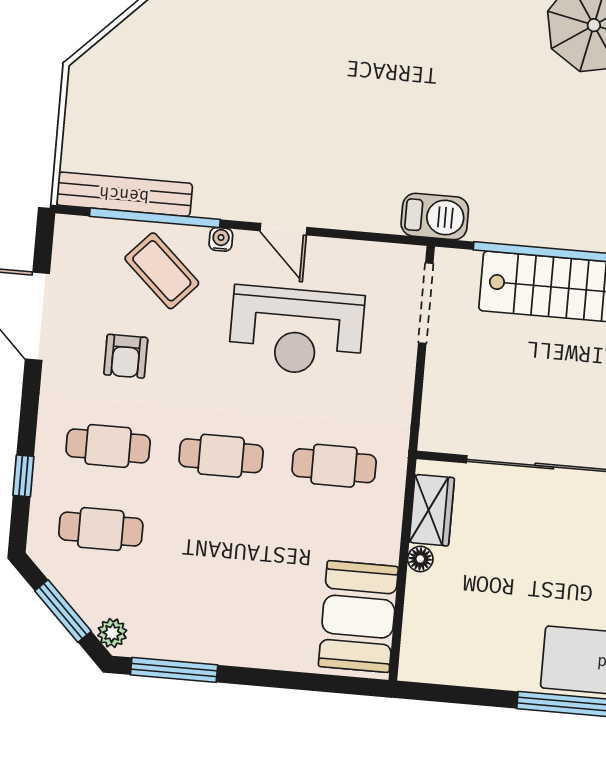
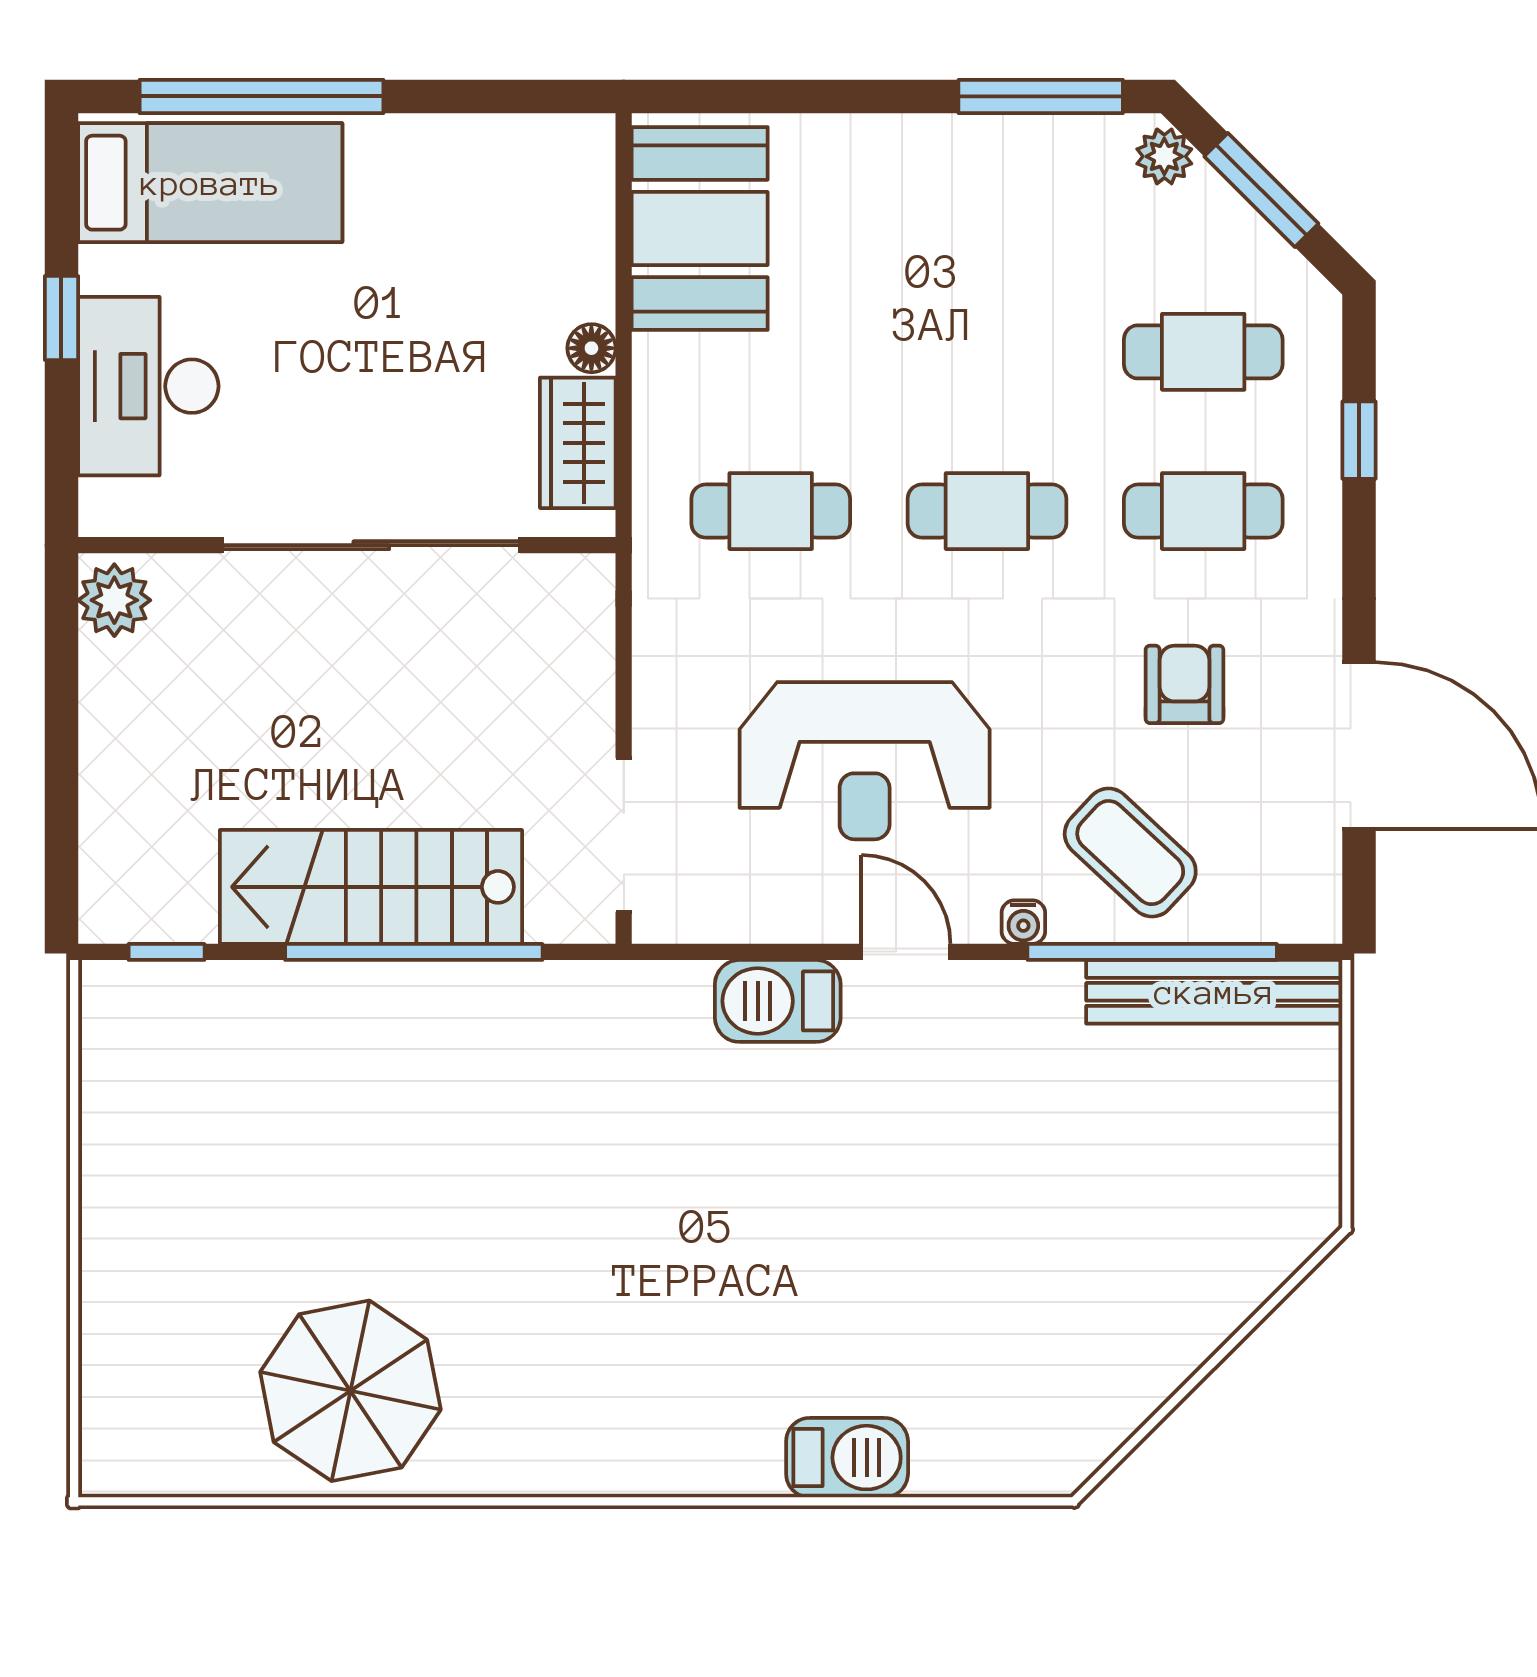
barbecue: (435, 217) -> (778, 1001), moved
reception desk: (296, 331) -> (865, 761), turned 180

